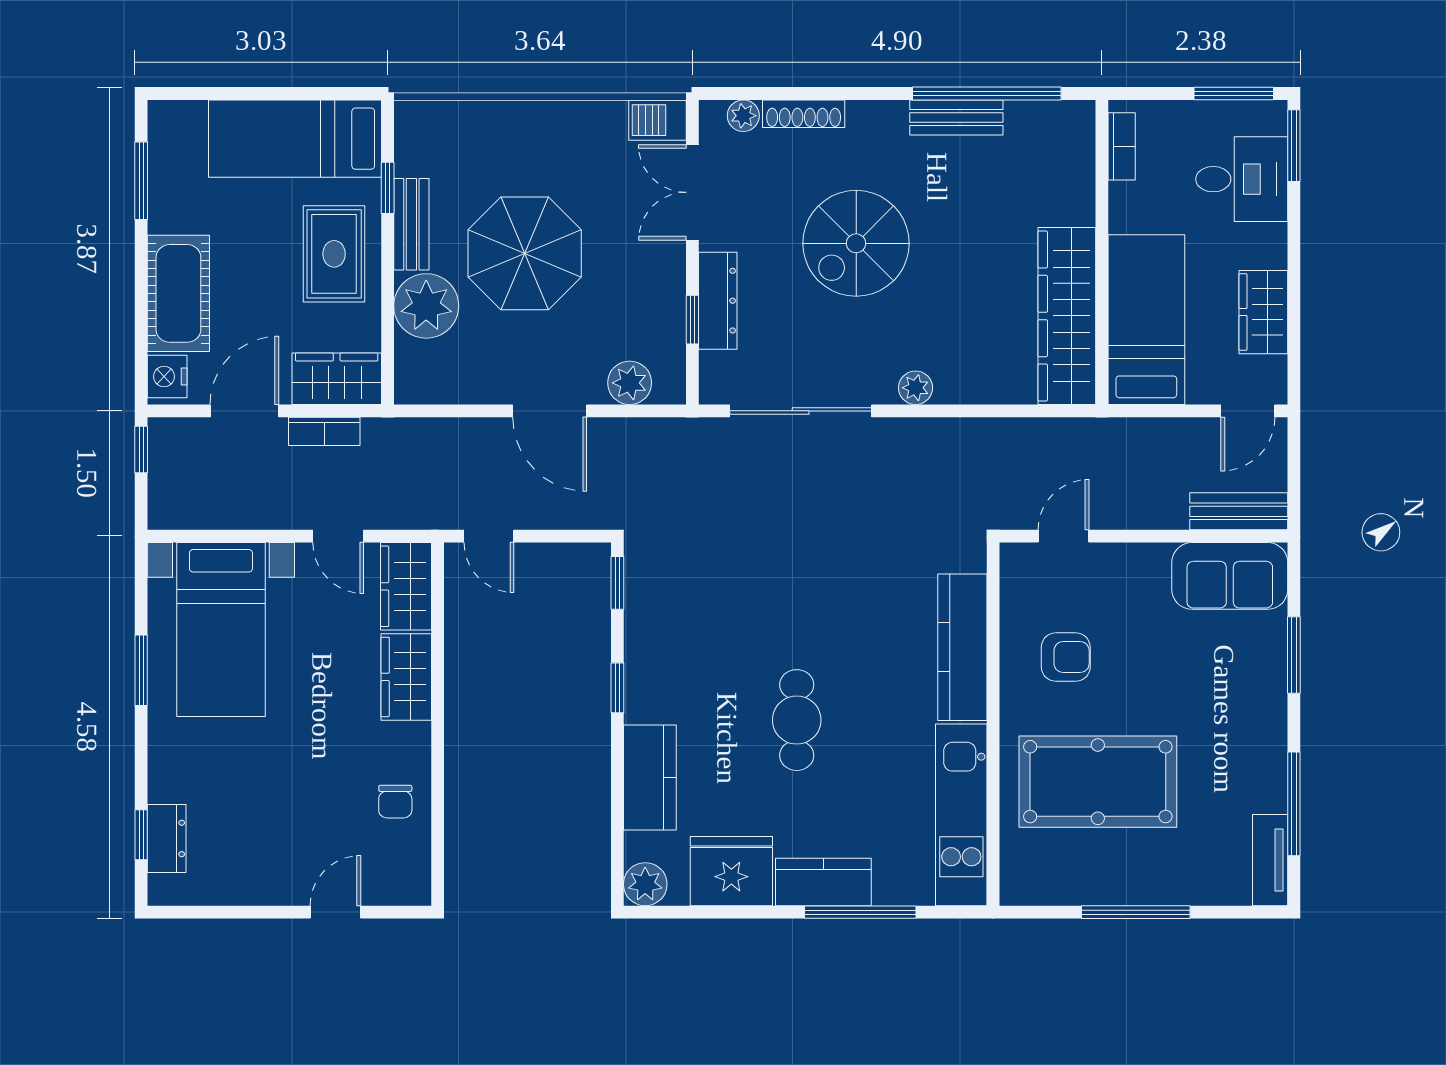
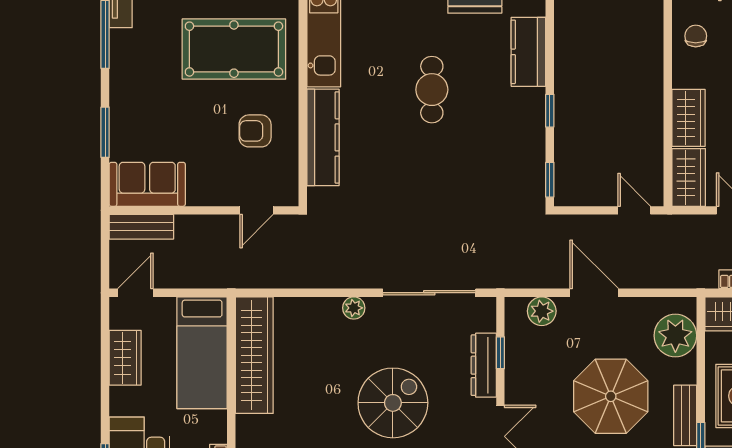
plant: (426, 306) -> (675, 336), moved

